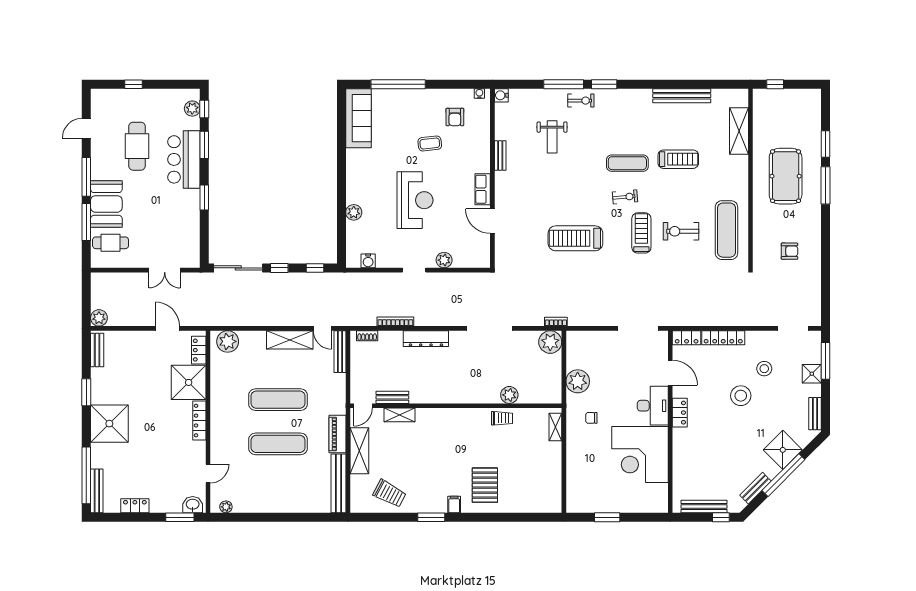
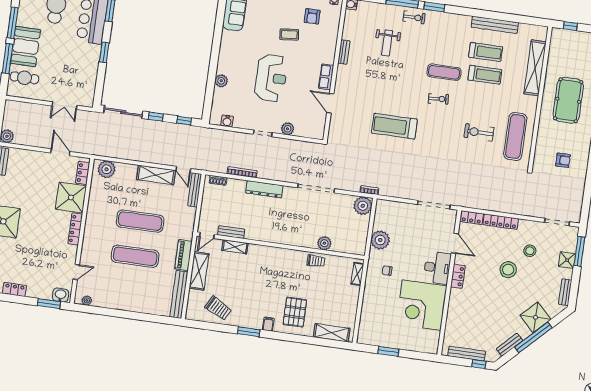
shelving: (739, 131) -> (535, 68), width x1.47
treadmill: (641, 233) -> (486, 52), moved, turned 90
shelving: (534, 504) -> (332, 333), added

